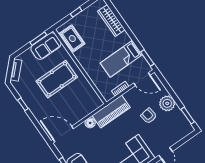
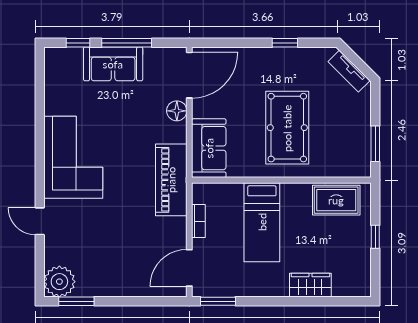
wardrobe: (111, 21) -> (310, 285), width x0.67
sofa: (46, 46) -> (209, 148), moved, turned 180
bed: (121, 59) -> (262, 222), moved, turned 180
plant: (167, 103) -> (59, 282), moved
armchair: (149, 116) -> (121, 237), removed
floor lamp: (90, 123) -> (177, 111), moved

